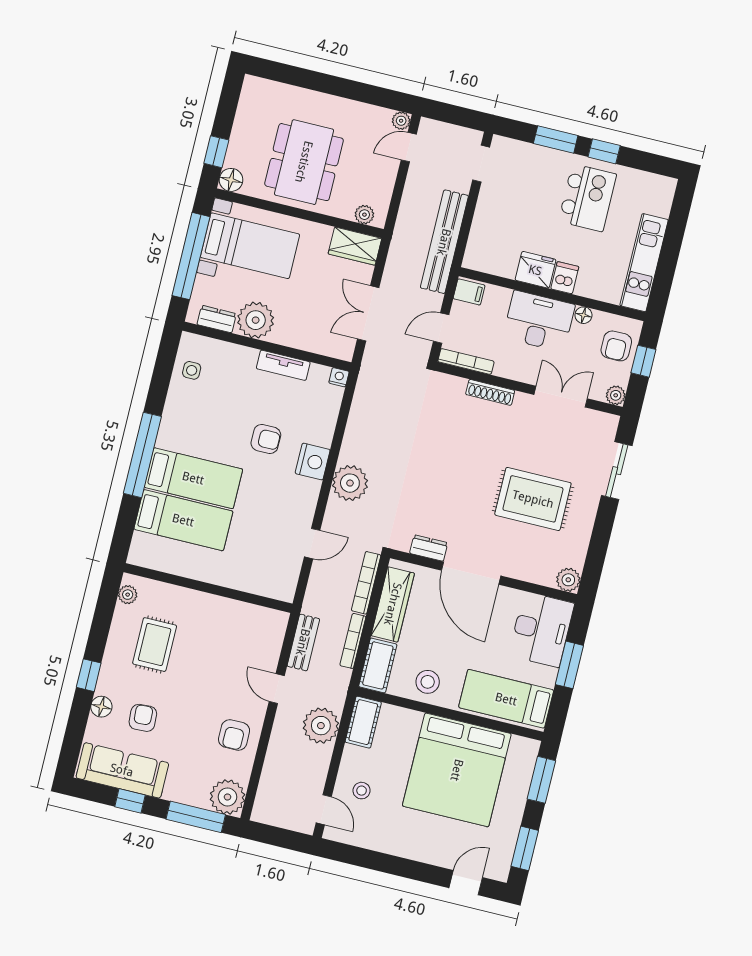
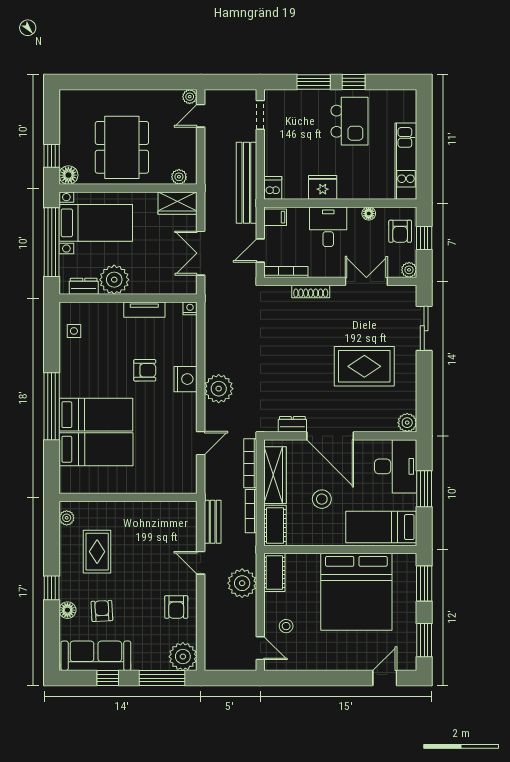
dishwasher: (565, 278) -> (273, 188), moved
desk: (539, 321) -> (328, 227), width x0.73
stool: (428, 682) -> (322, 499), moved

